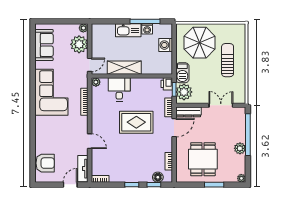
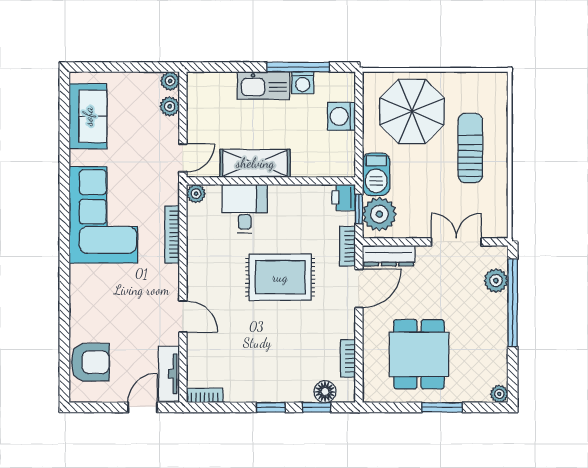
plant: (79, 44) -> (170, 106), width x0.53, depth x0.53
plant: (240, 148) -> (496, 281), moved

